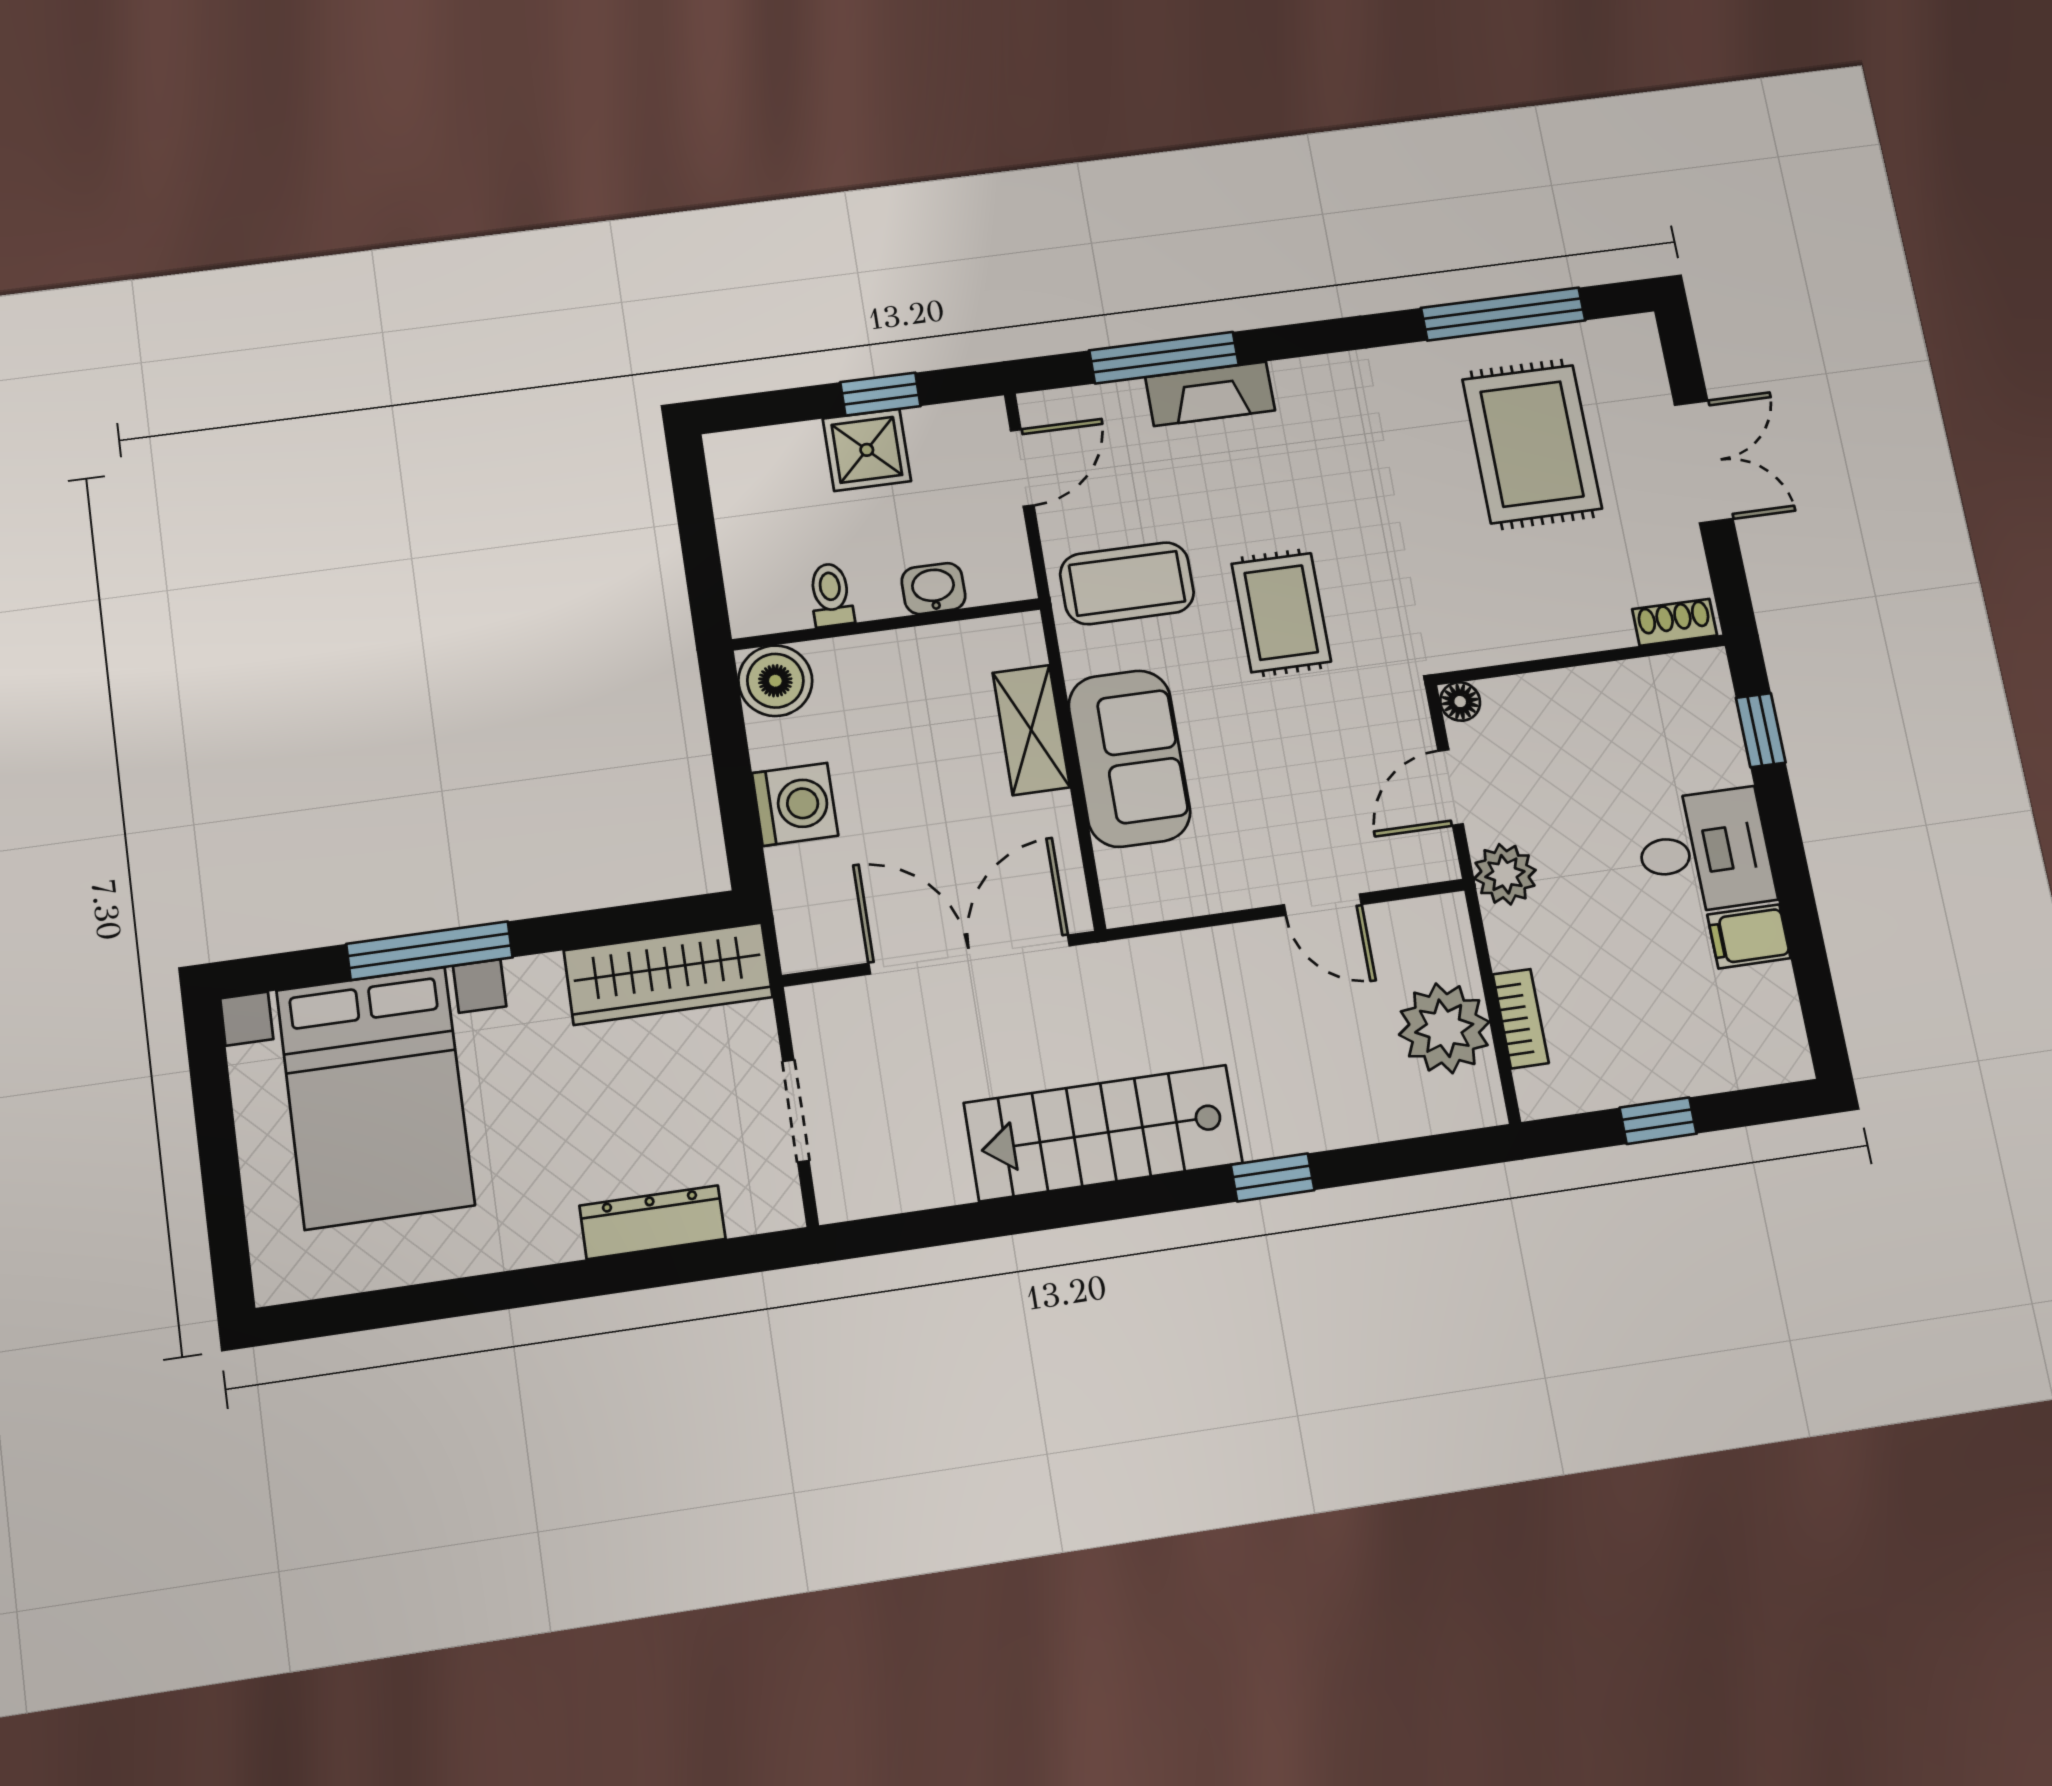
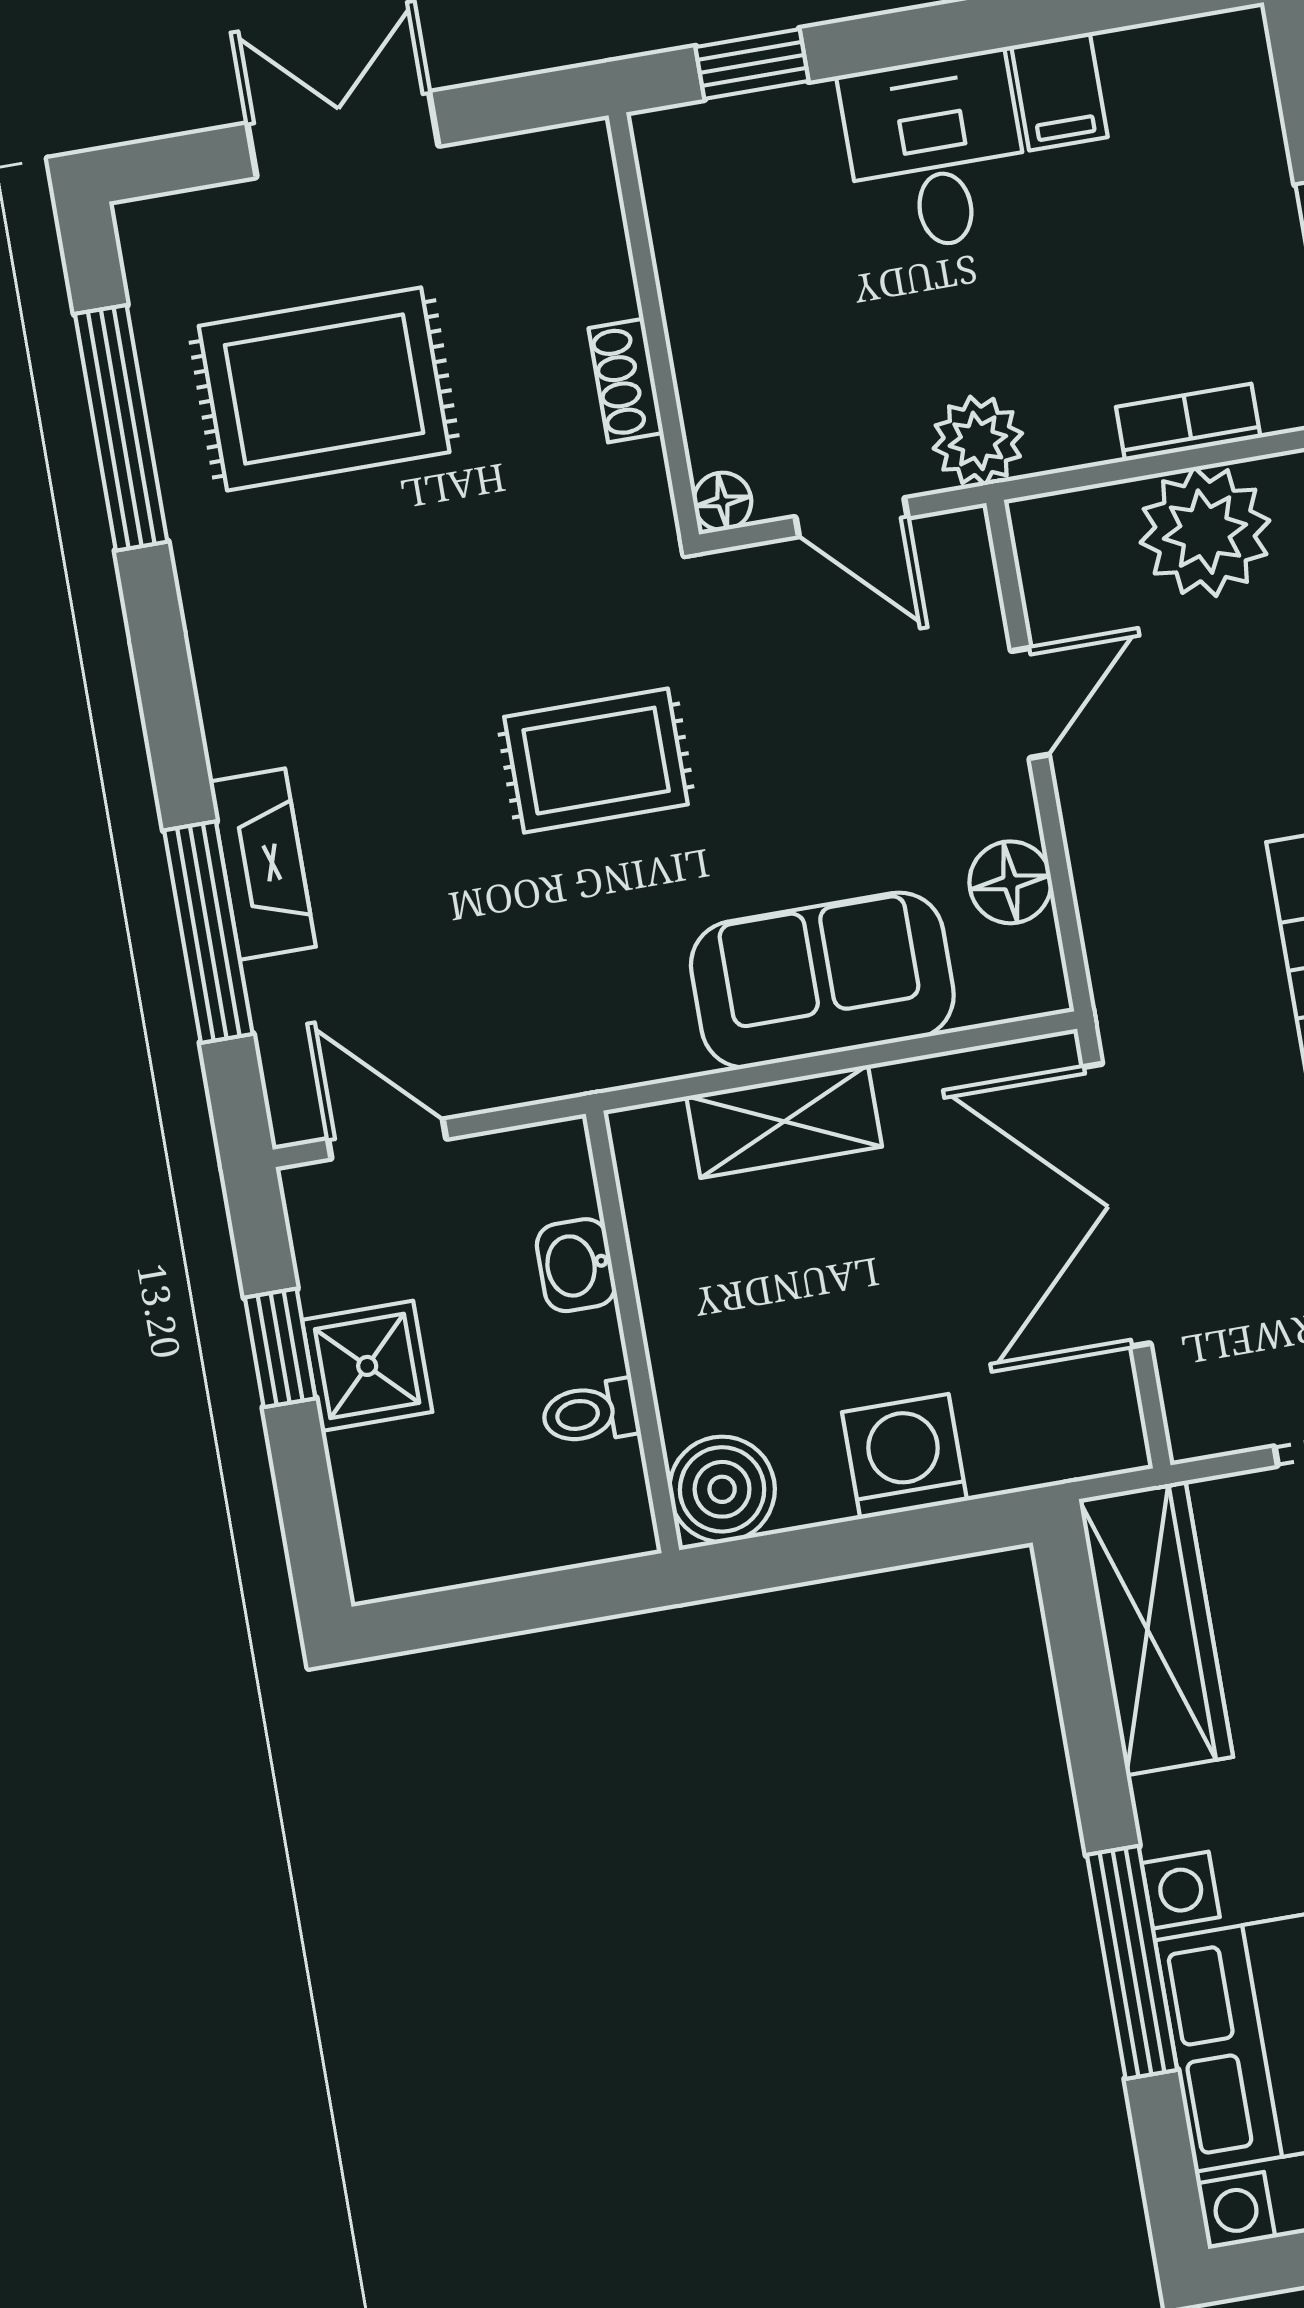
coffee table: (1127, 583) -> (559, 985), removed
shoe rack: (1675, 622) -> (626, 381), moved
floor lamp: (1197, 888) -> (1010, 882), added

